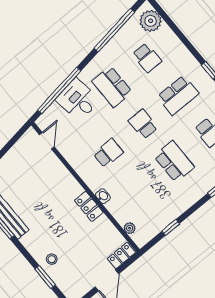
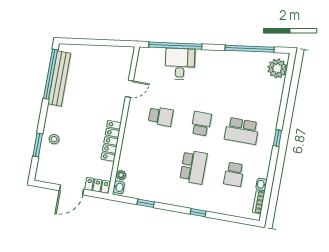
school desk: (147, 58) -> (250, 87), removed
school desk: (112, 87) -> (209, 80), removed
door: (47, 141) -> (129, 89), moved
washbasin: (103, 196) -> (119, 187), moved
locker: (89, 206) -> (111, 141), width x1.53

